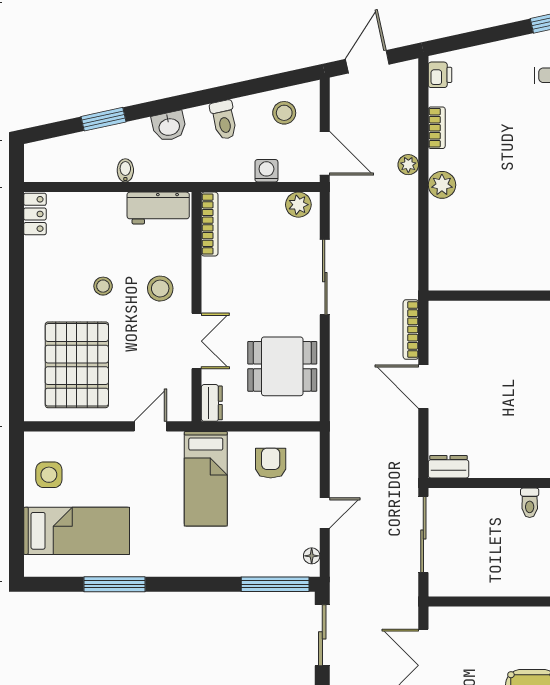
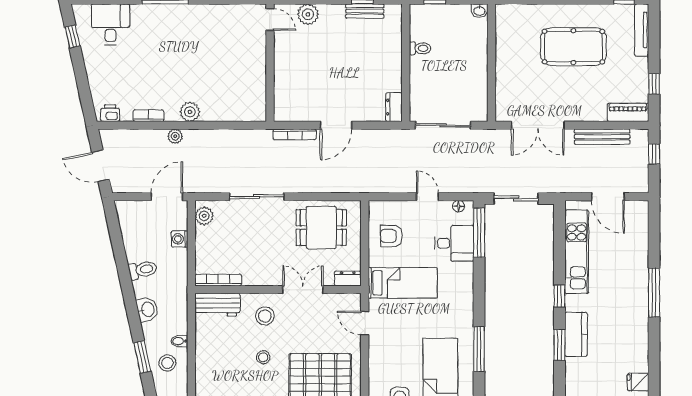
stool: (284, 113) -> (167, 363), moved
workbench: (158, 208) -> (217, 305), moved, turned 90
dining table: (282, 366) -> (321, 227), turned 90
desk: (260, 550) -> (454, 243), added

